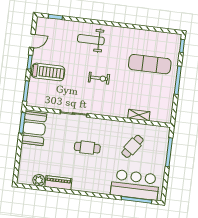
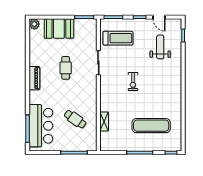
weight bench: (91, 40) -> (160, 47), moved
exercise mat: (150, 64) -> (151, 126), turned 90
treadmill: (48, 72) -> (118, 38), moved, turned -90
booth: (34, 128) -> (59, 29), moved
cafe table: (87, 148) -> (66, 68), moved
plant: (39, 180) -> (34, 24), moved
piano: (58, 183) -> (34, 78), moved

